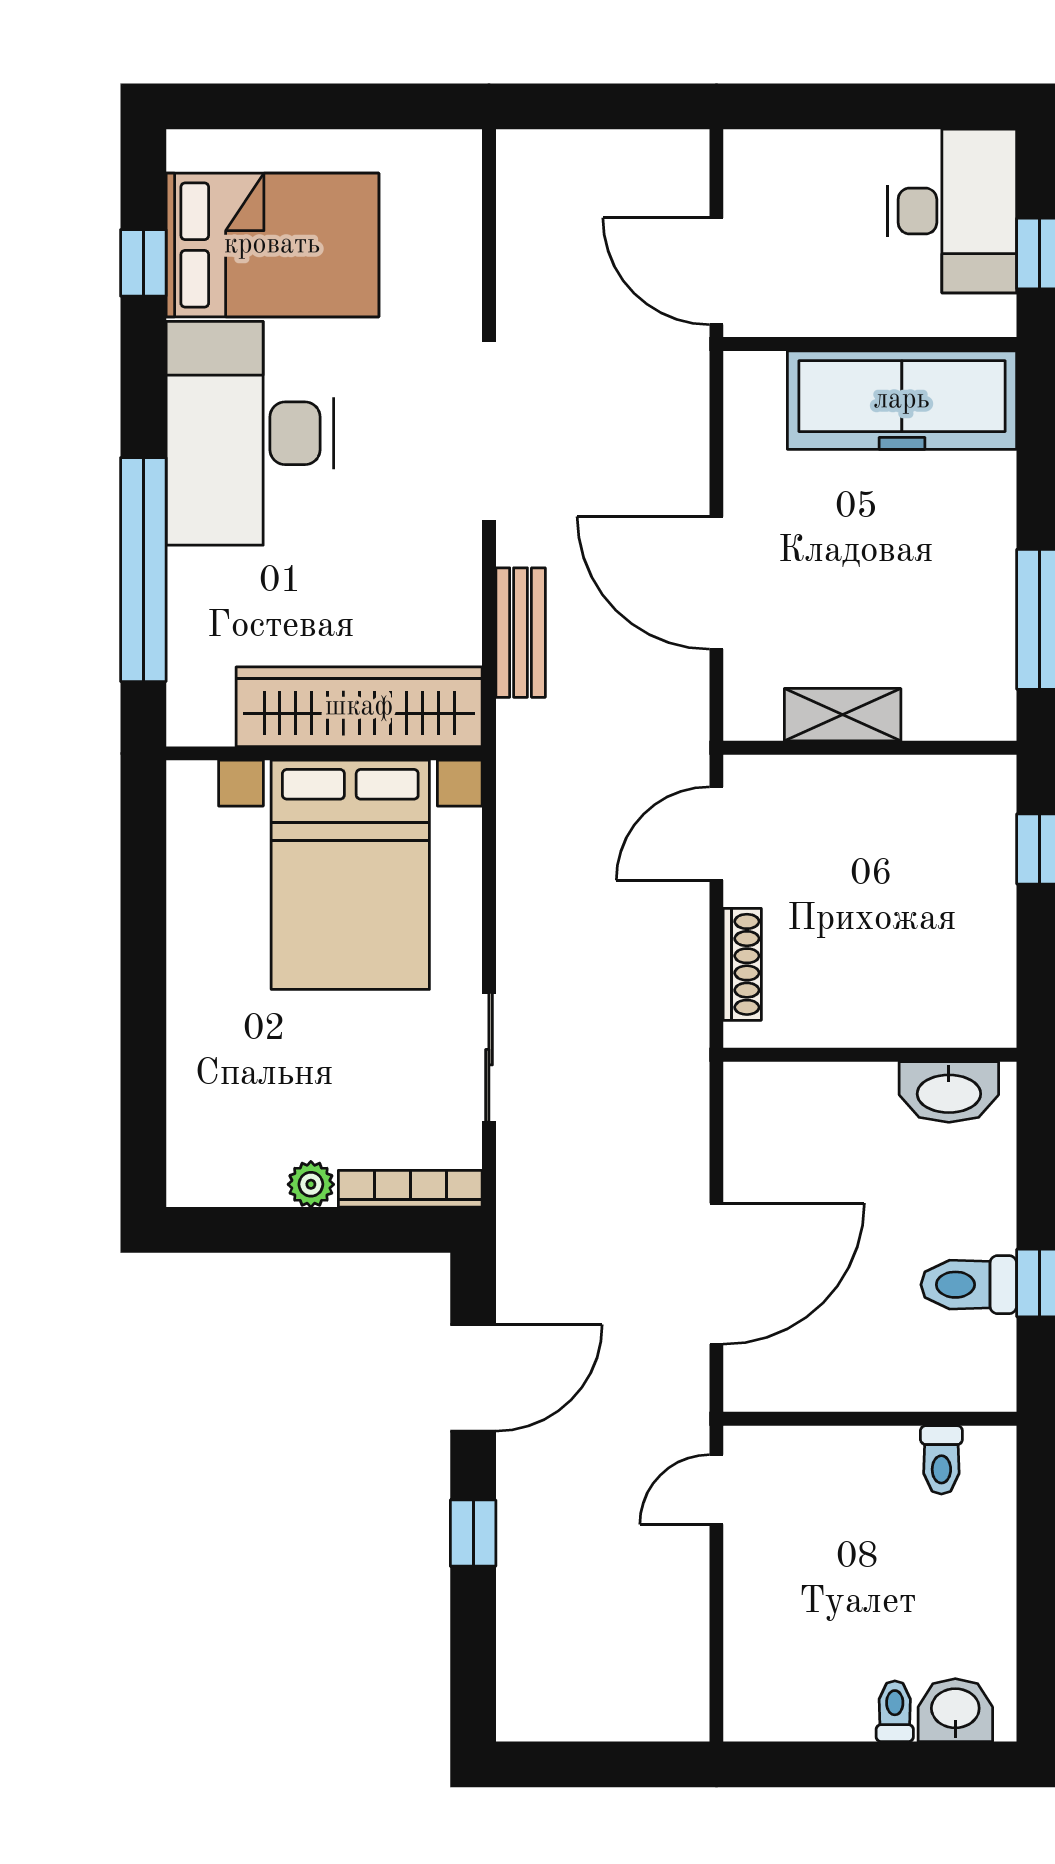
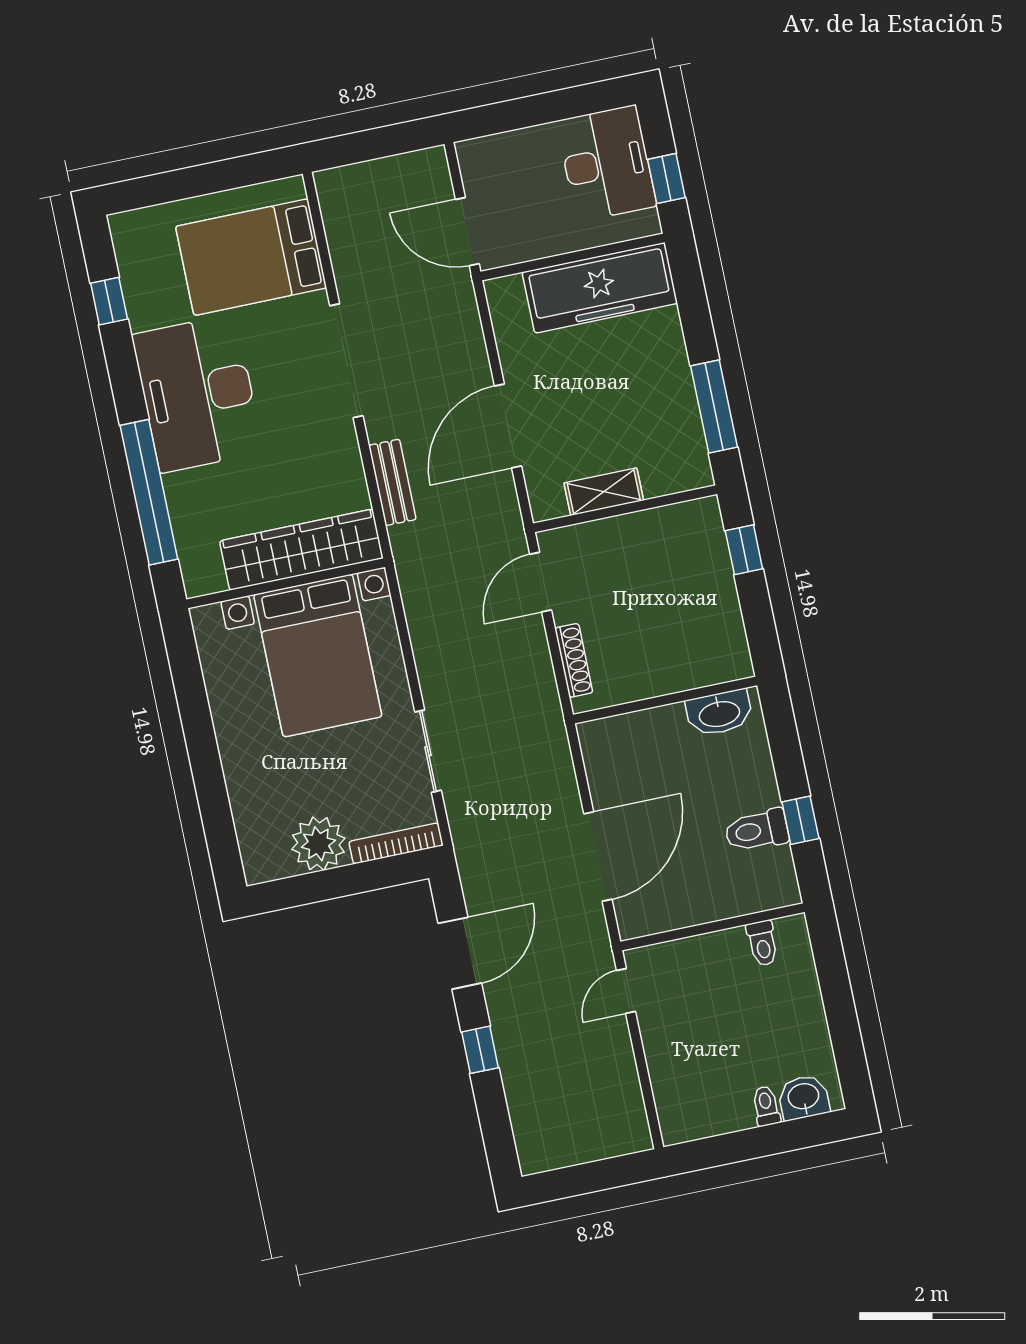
bed: (272, 245) -> (251, 257), moved, turned 180
door: (716, 583) -> (508, 426), hinge flipped
plant: (311, 1184) -> (318, 844), width x1.88, depth x1.88

